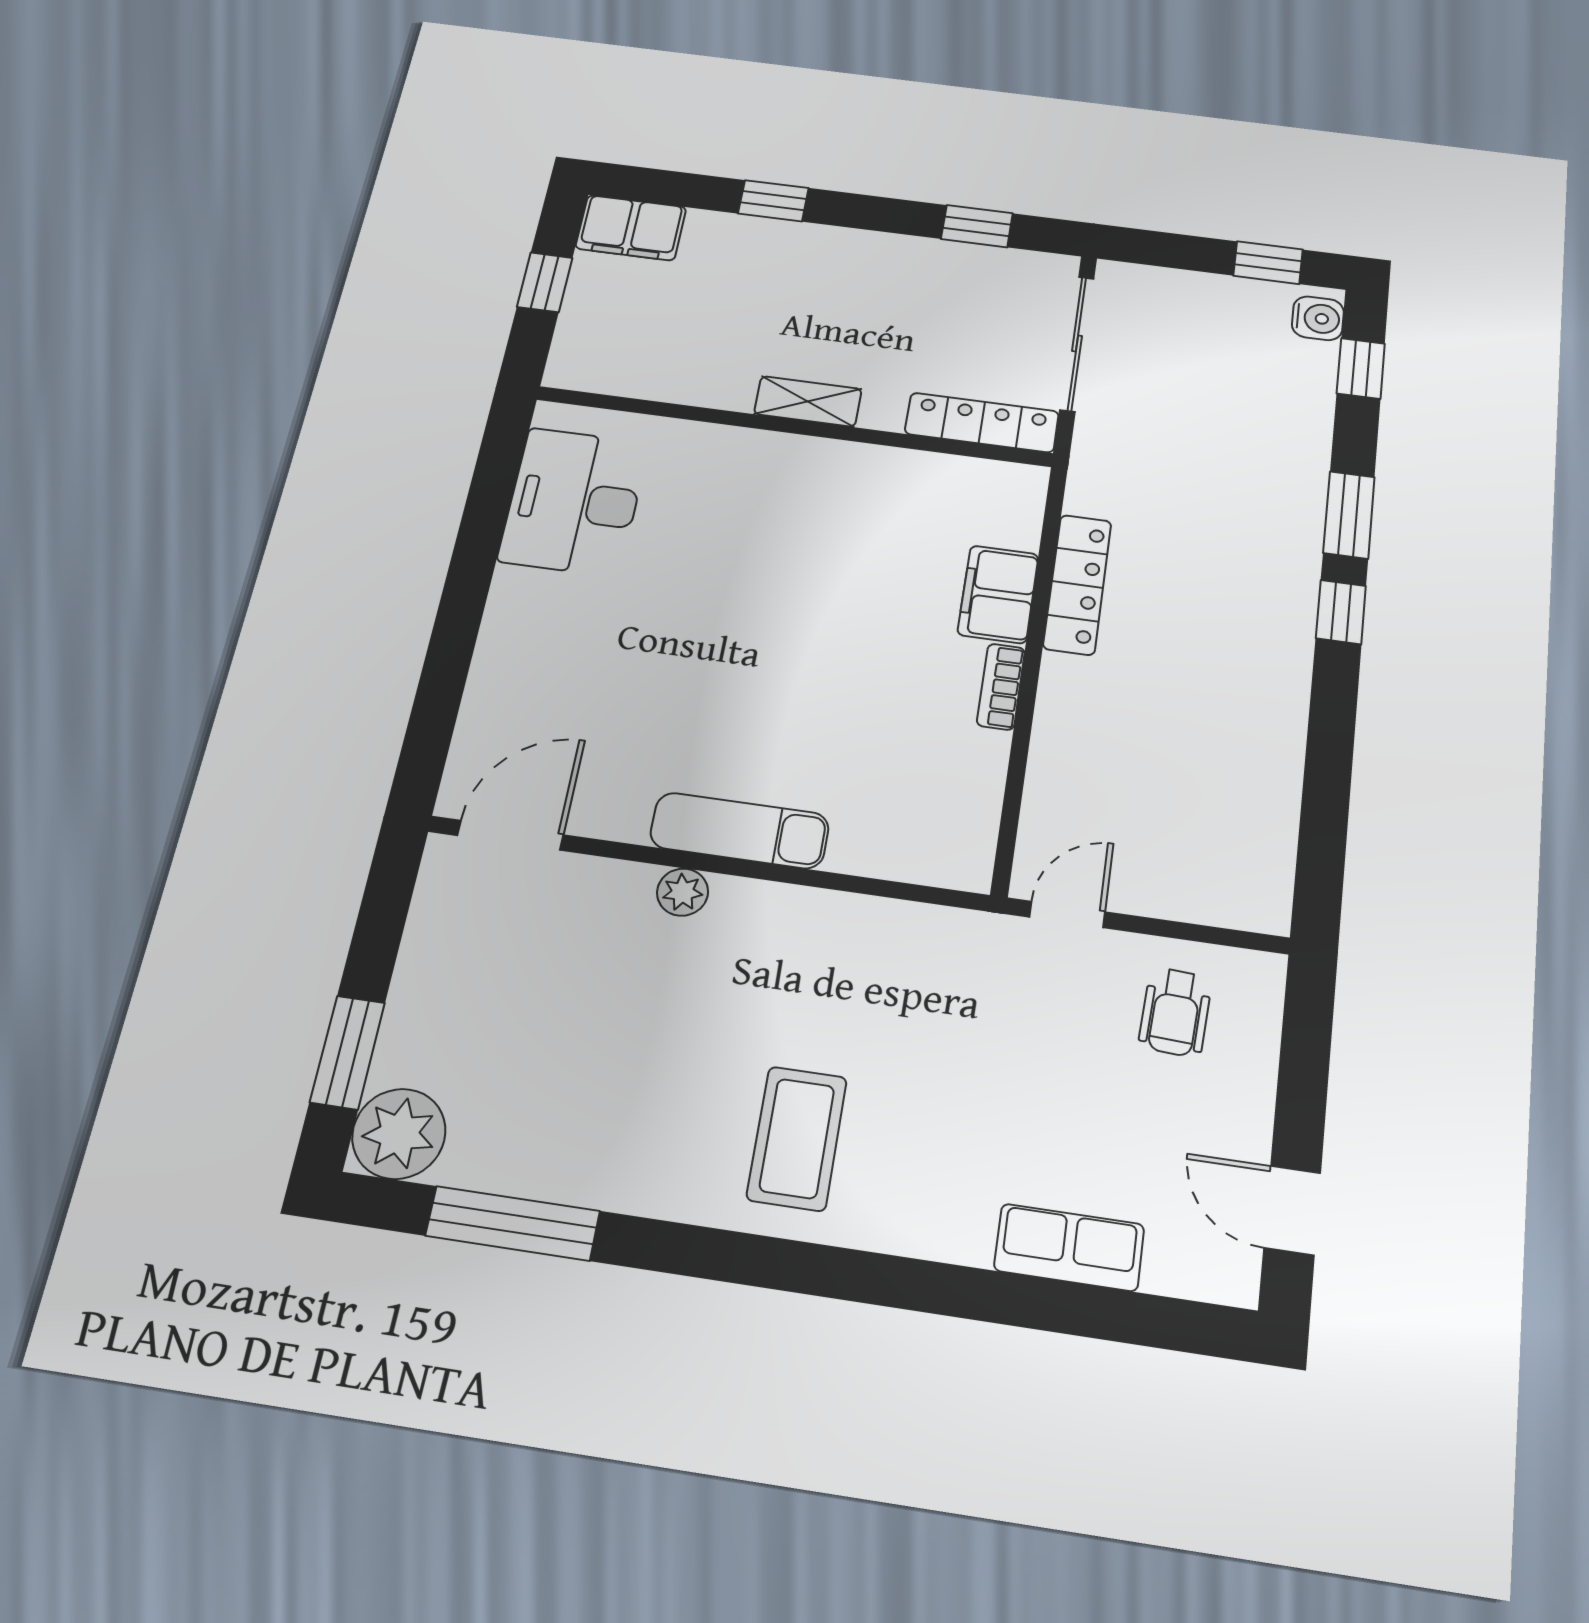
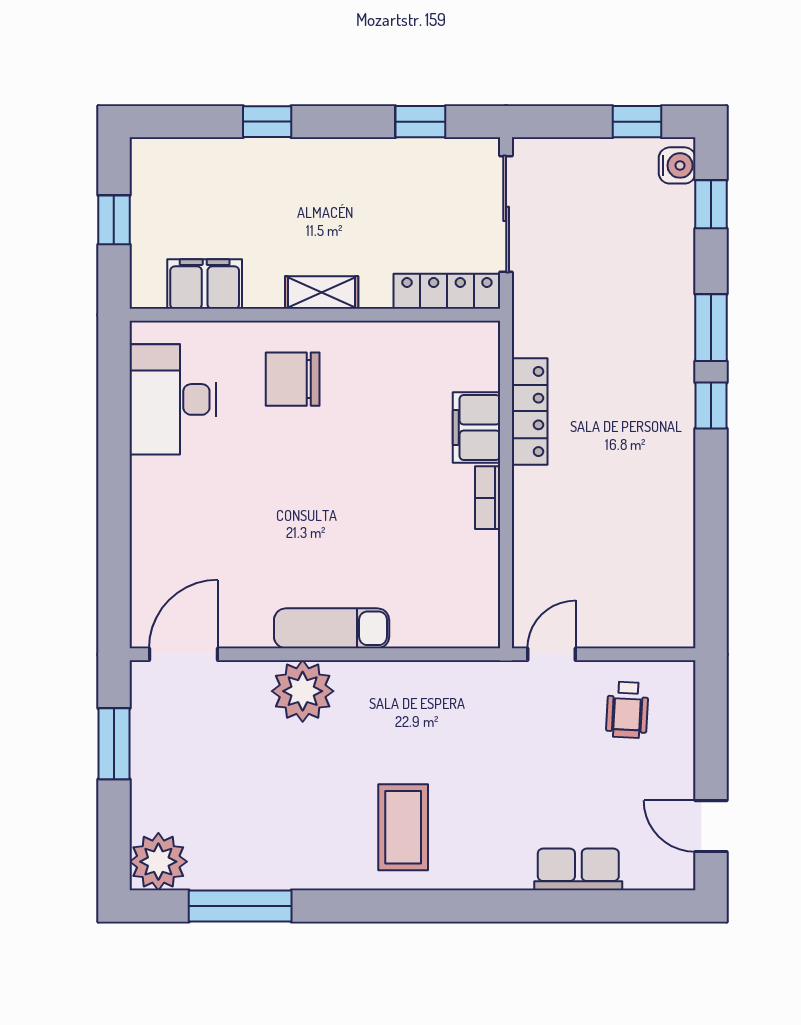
filing cabinet: (631, 228) -> (205, 284), moved, turned 180
chair: (747, 499) -> (293, 379), added
plant: (683, 892) -> (303, 691), width x1.88, depth x1.88
window: (347, 1052) -> (114, 744), moved

